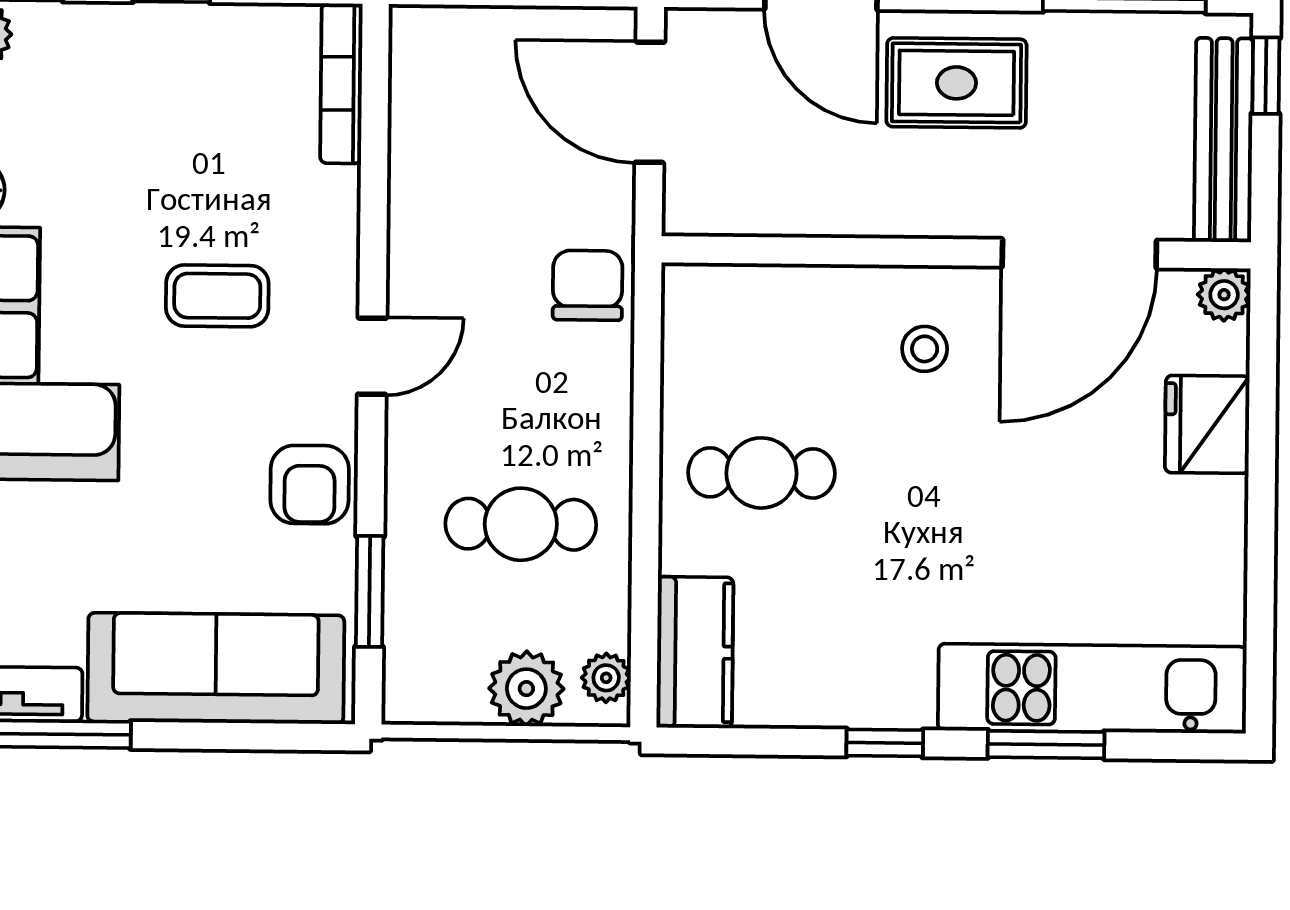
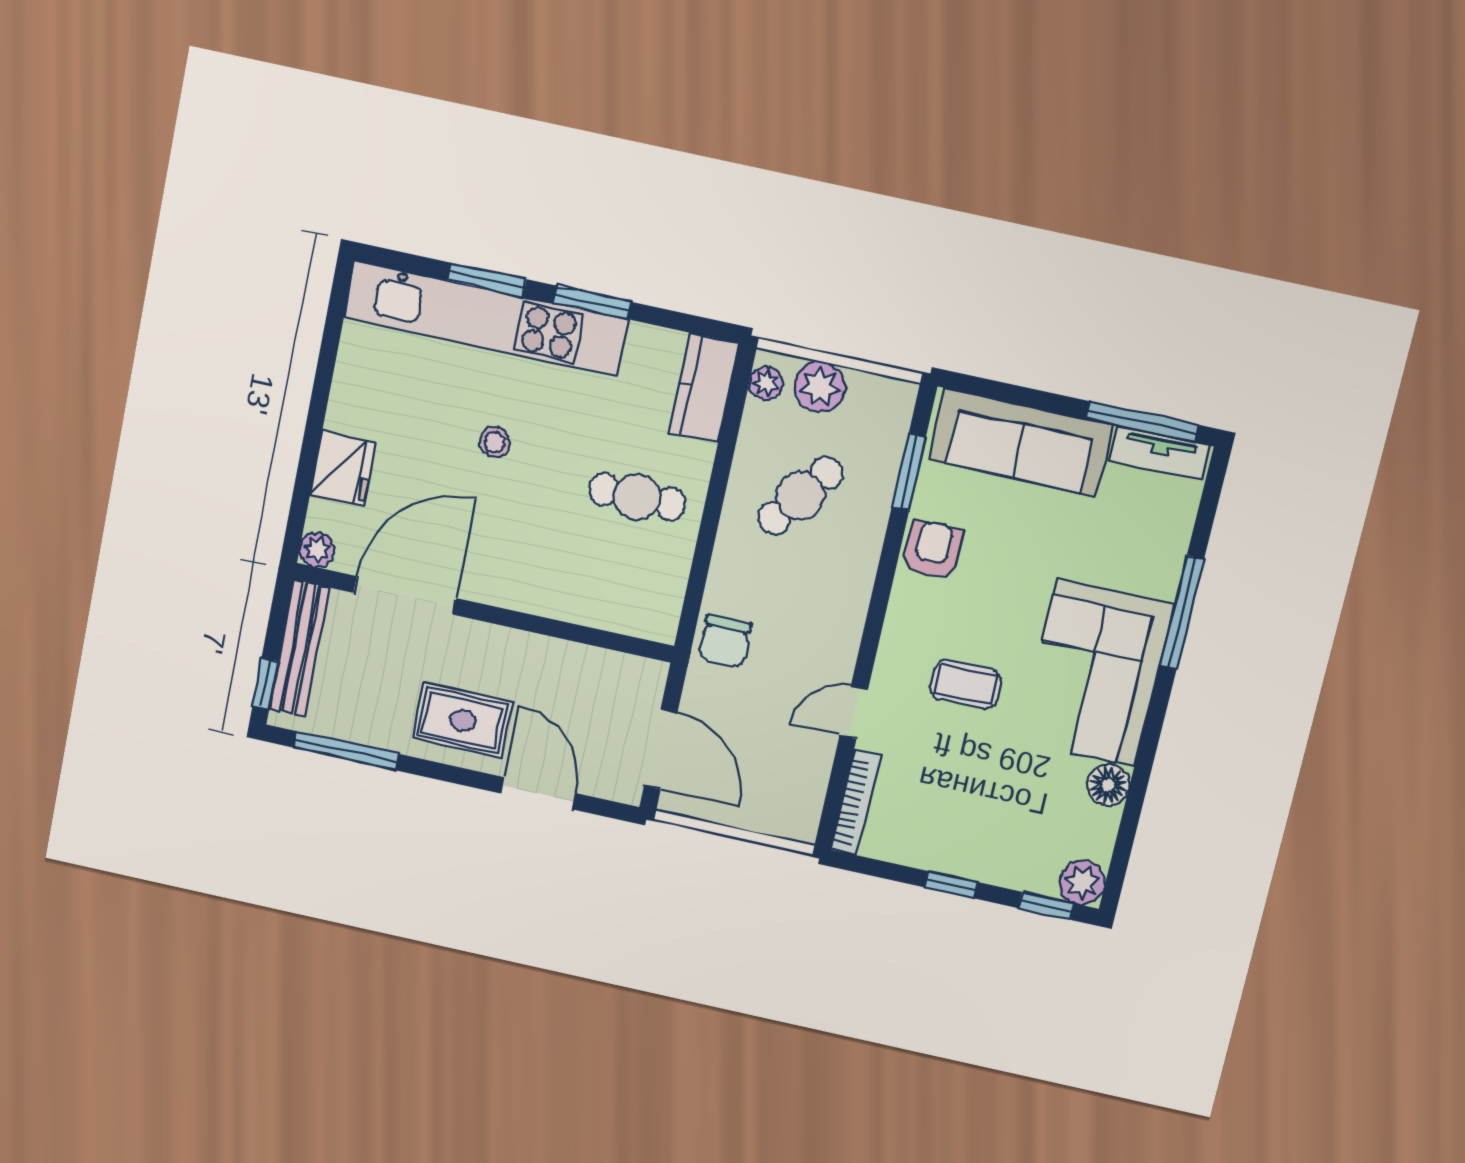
stool: (925, 349) -> (495, 442), moved
door: (372, 356) -> (854, 713), moved
cafe table: (521, 524) -> (800, 496), turned -53
kitchen unit: (1092, 689) -> (486, 318), width x1.36
window: (885, 743) -> (592, 302), width x1.50

